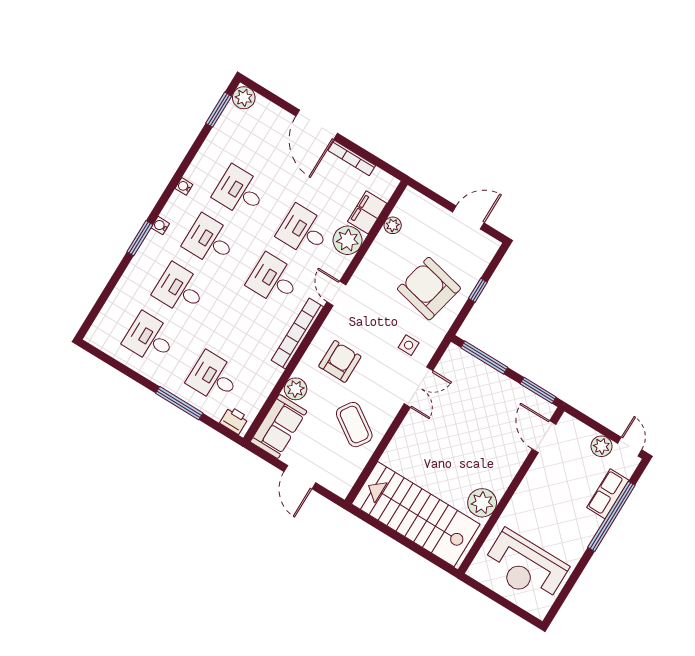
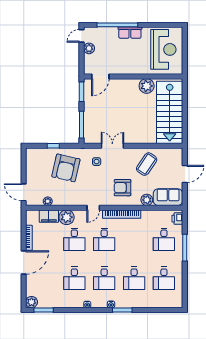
door: (468, 217) -> (24, 192), moved
row of seats: (608, 494) -> (130, 33), moved

